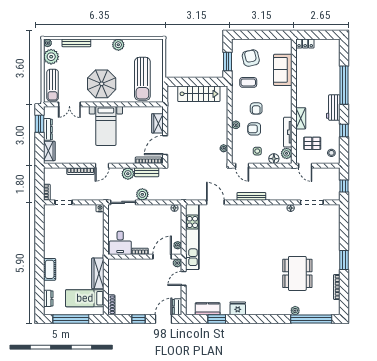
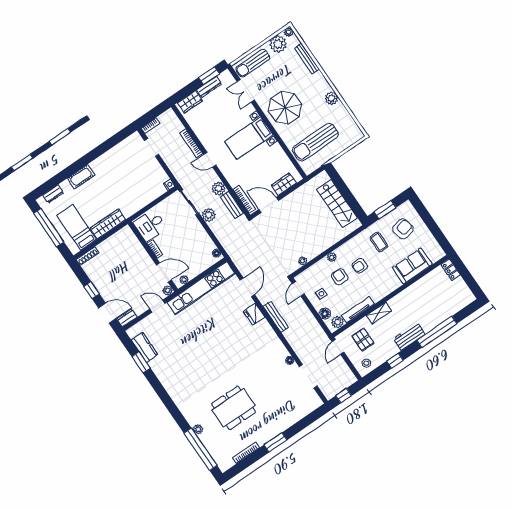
fridge: (238, 308) -> (254, 314), moved, turned 180

